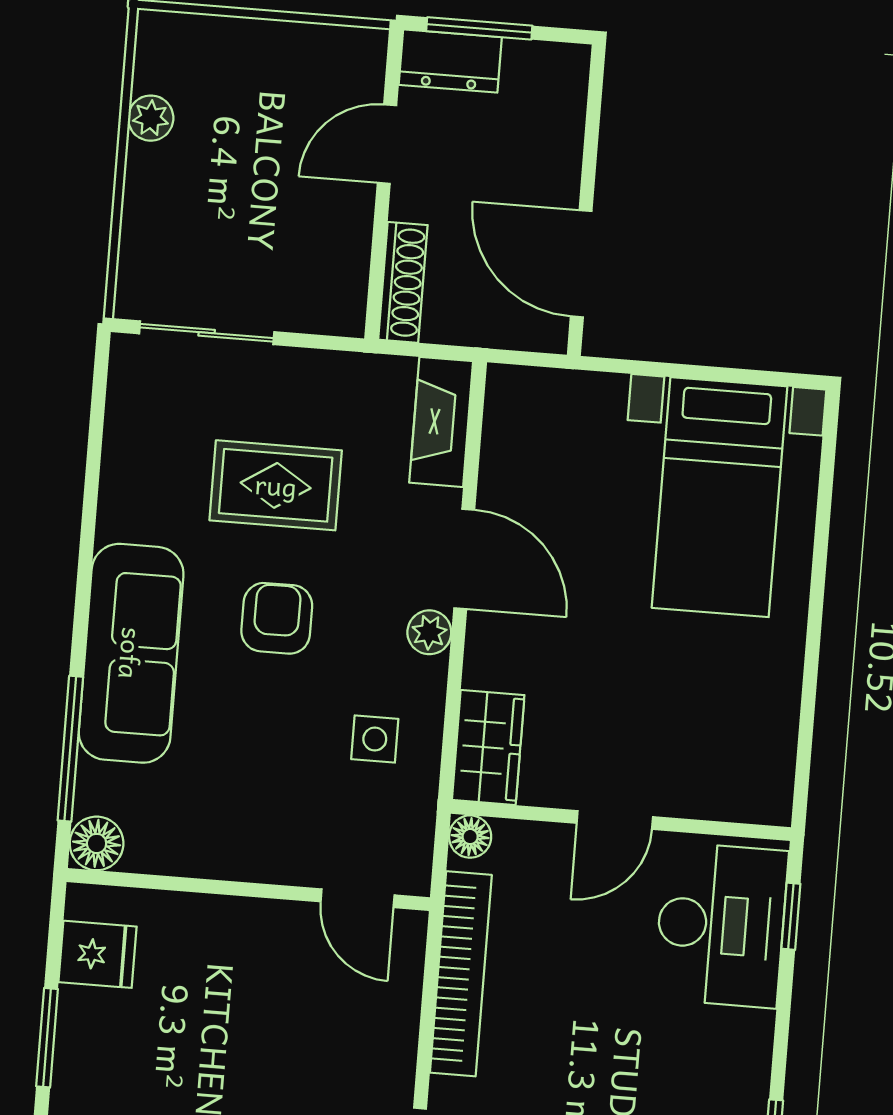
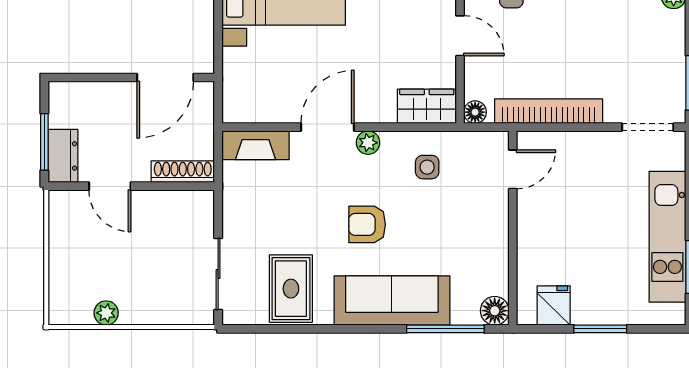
rug: (276, 485) -> (291, 289), moved

